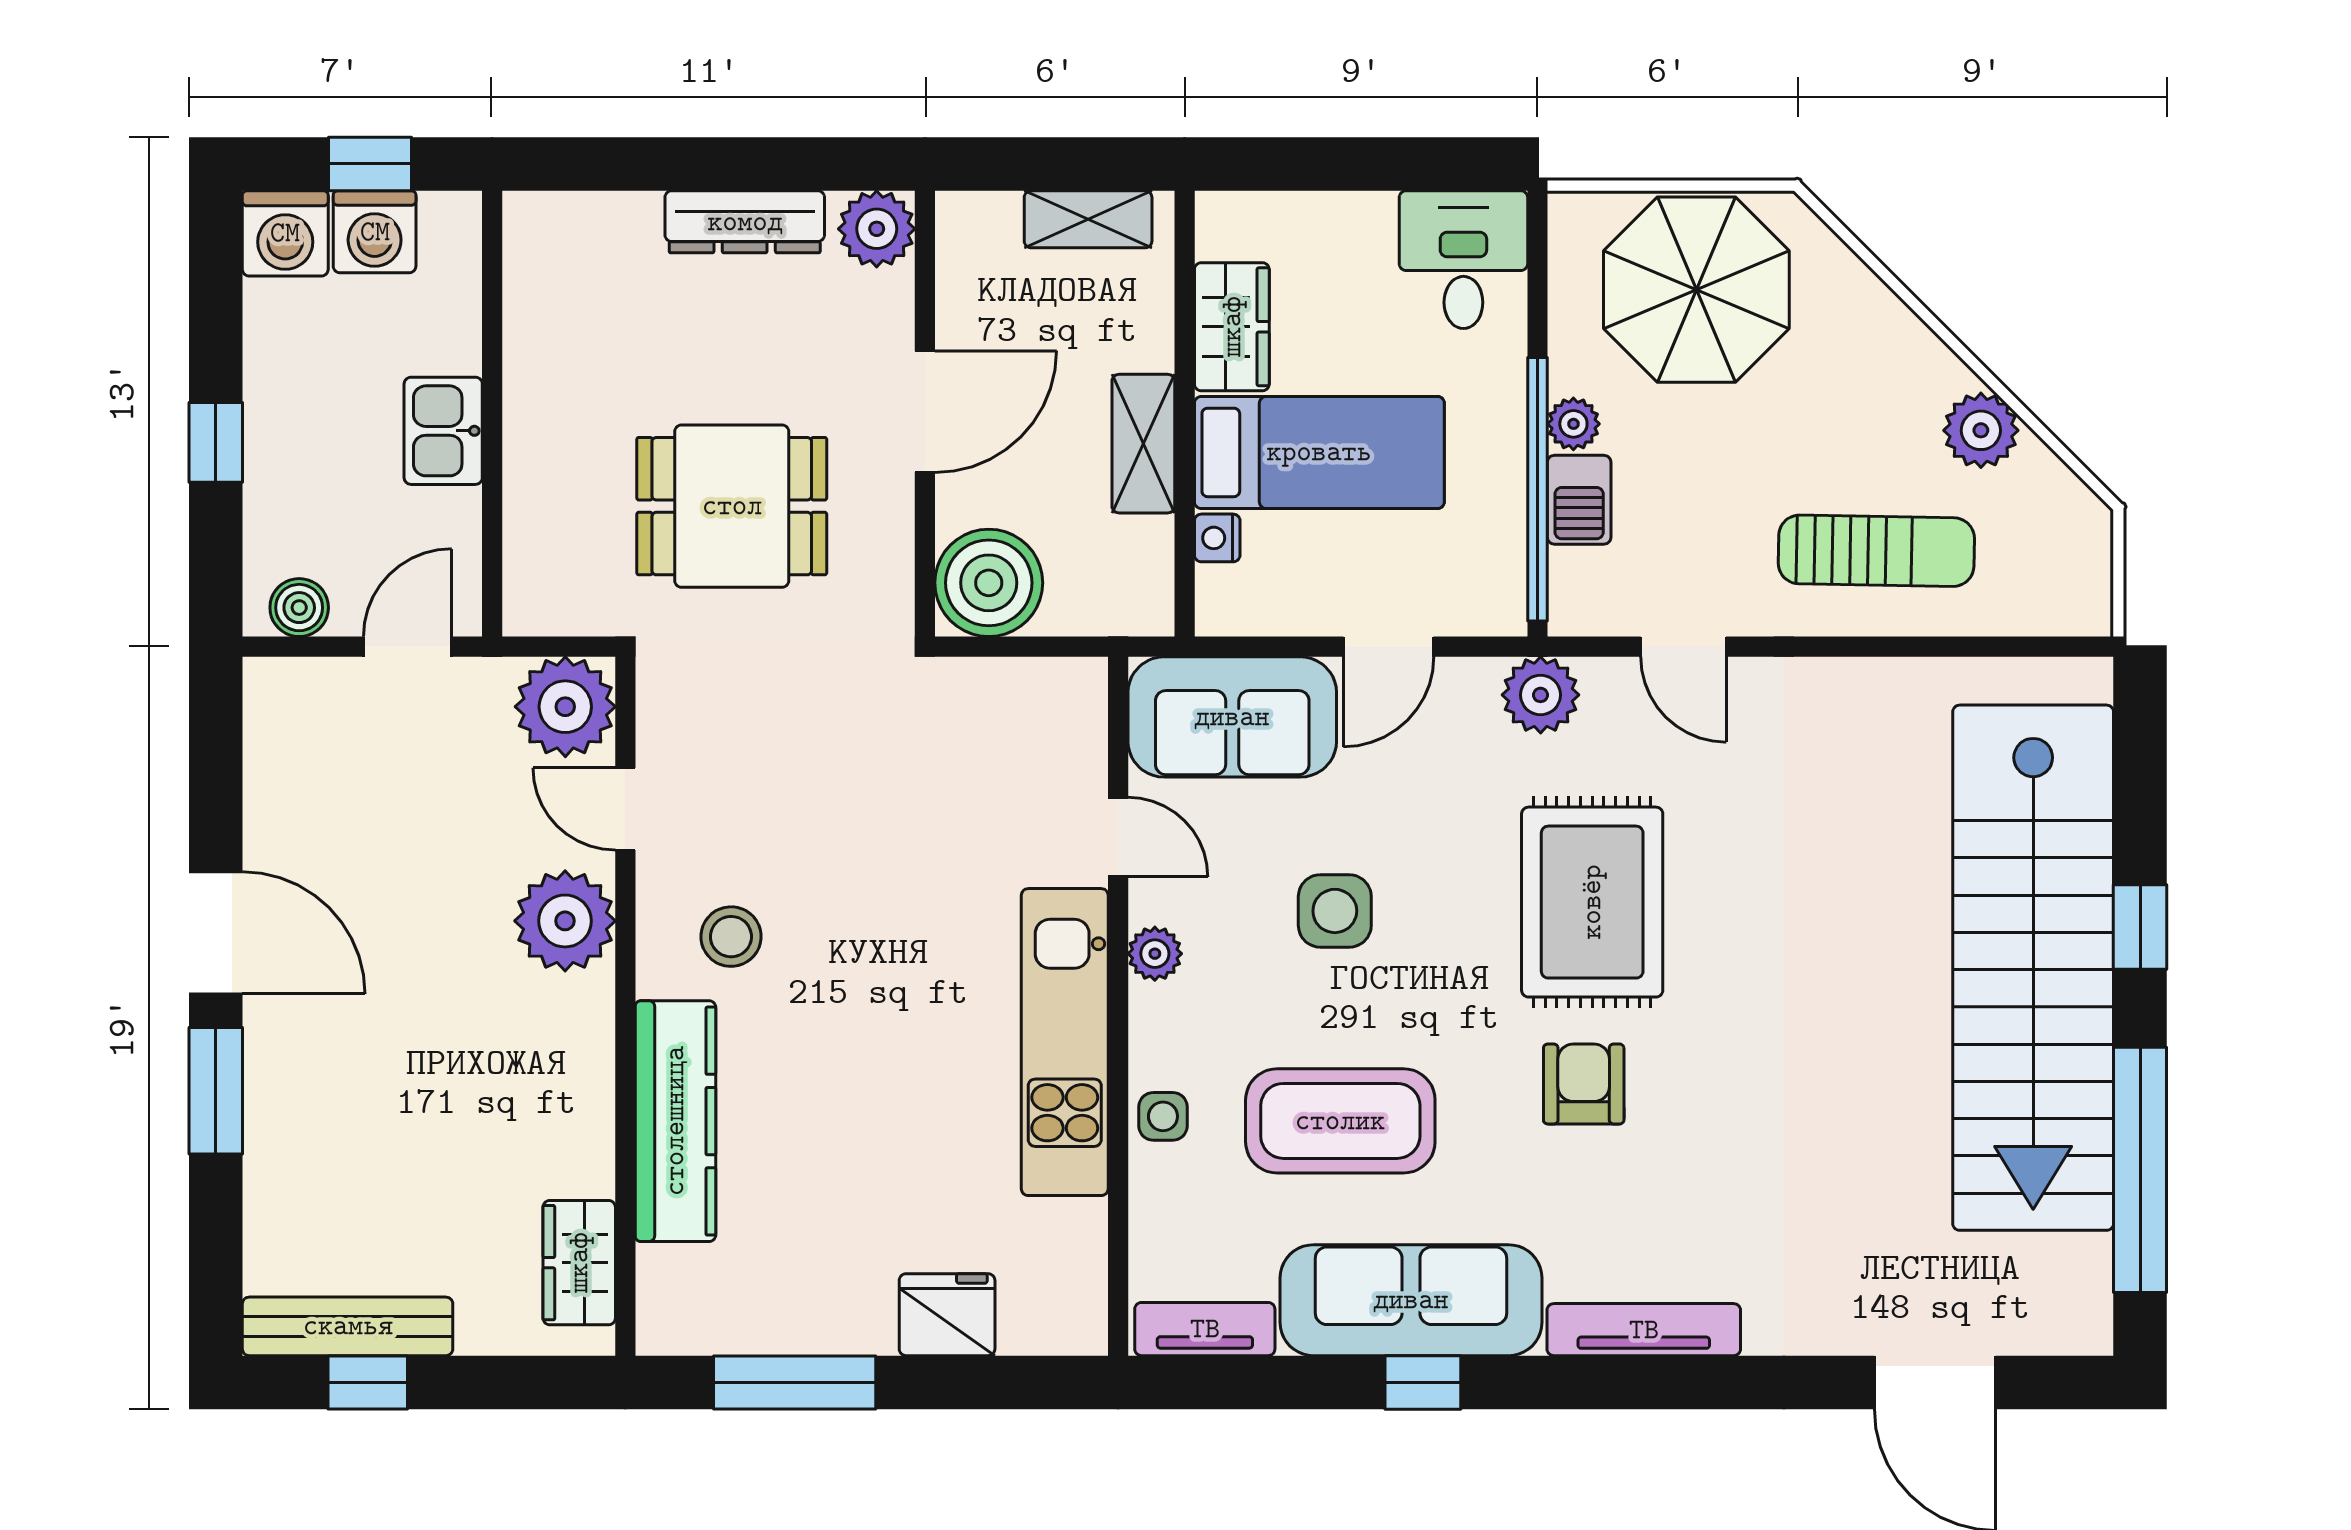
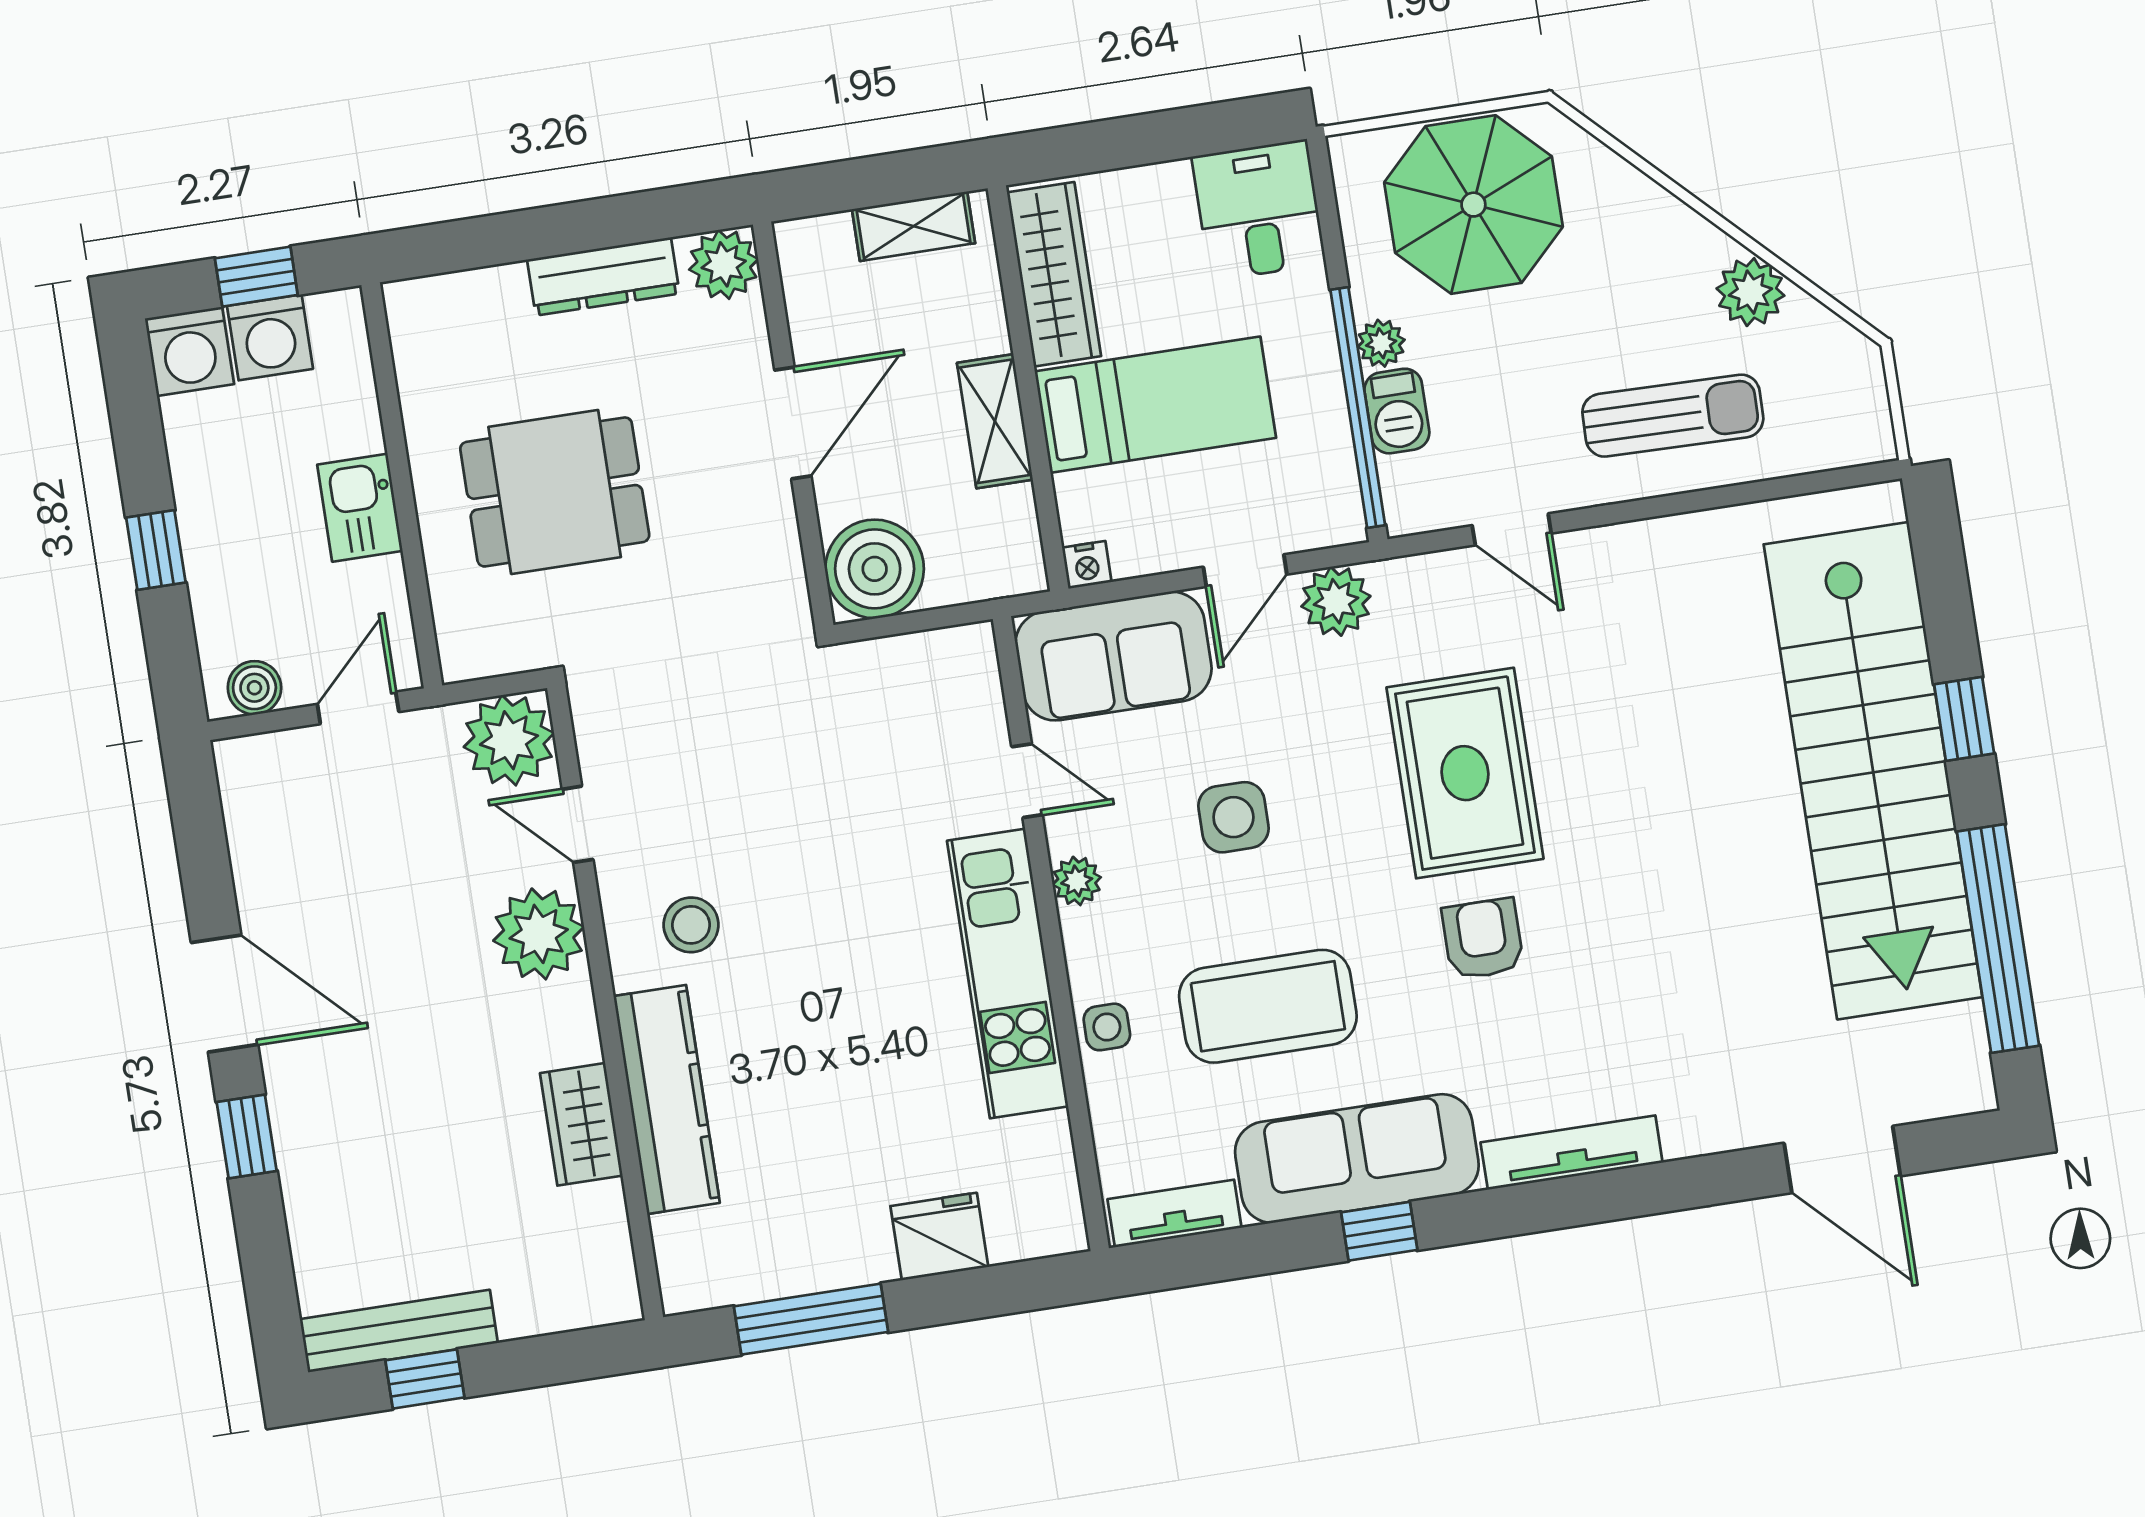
wardrobe: (1232, 327) -> (1054, 274), width x1.50
dining table: (732, 506) -> (555, 492), moved
nightstand: (1217, 538) -> (1087, 565), moved, turned -90
plant: (1541, 695) -> (1336, 601), moved
window: (216, 1091) -> (247, 1136), width x0.67
wardrobe: (579, 1263) -> (581, 1124), moved

